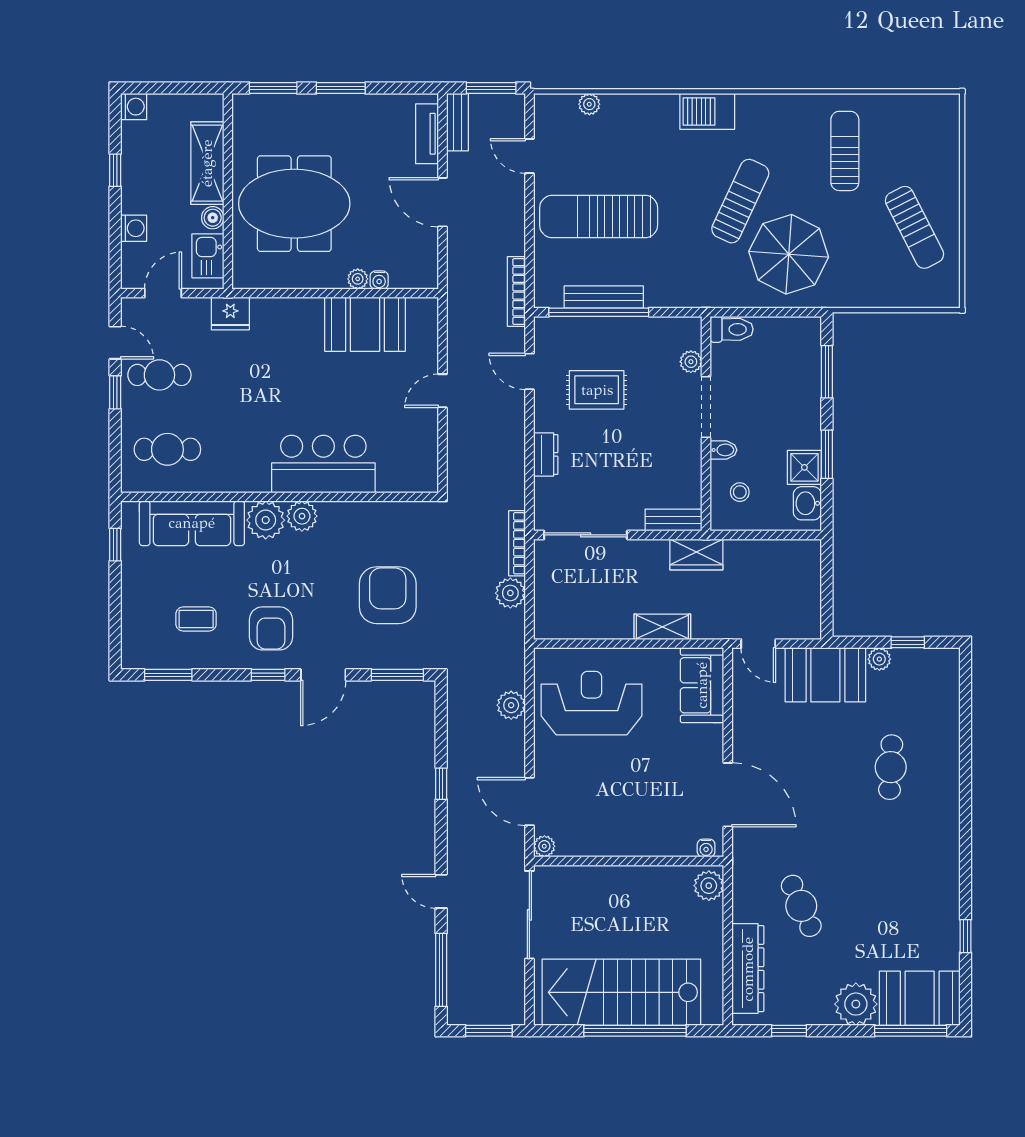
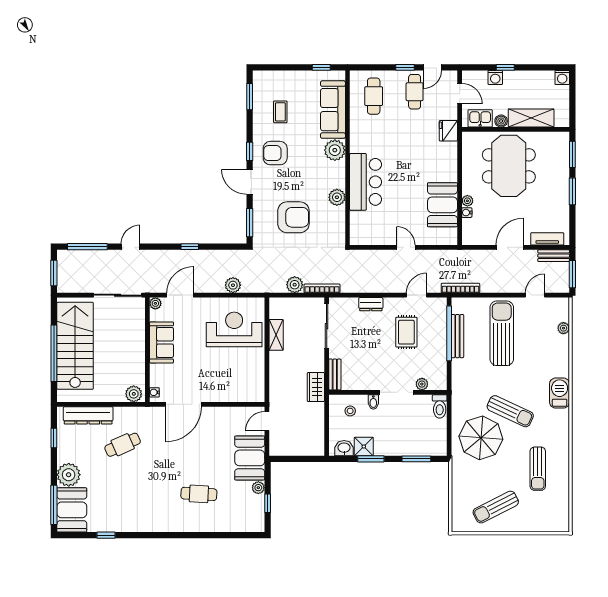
sun lounger: (845, 151) -> (538, 469), turned 90
window: (115, 170) -> (505, 67), moved
plant: (302, 516) -> (337, 197), moved
shelving: (662, 627) -> (276, 335), moved
sofa: (702, 685) -> (161, 342), moved, turned 90
reception desk: (591, 703) -> (234, 329), turned -90

